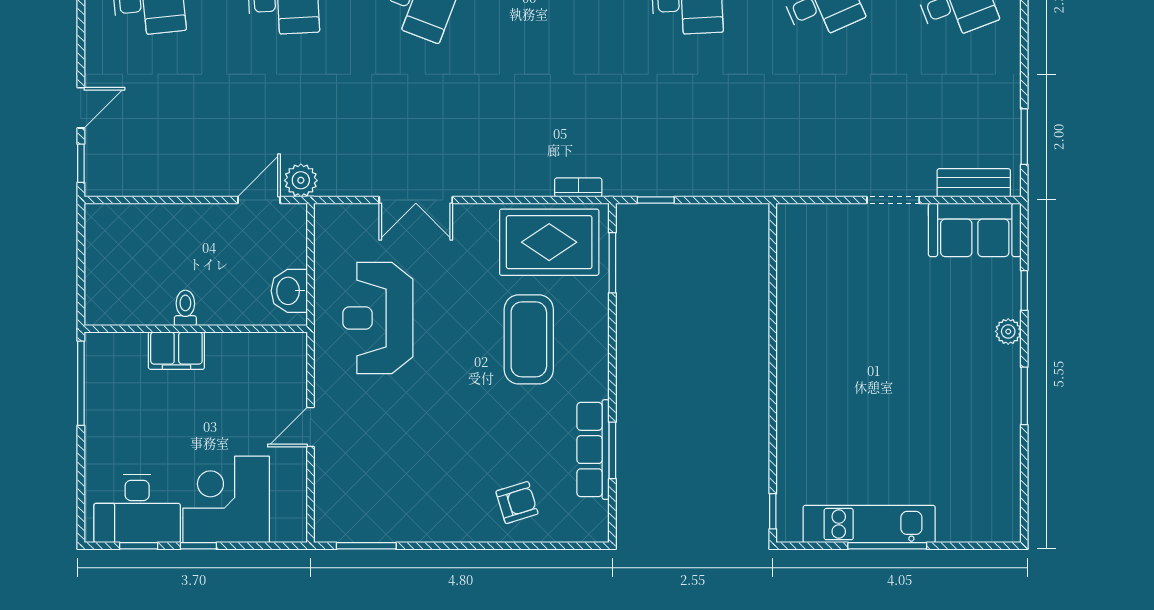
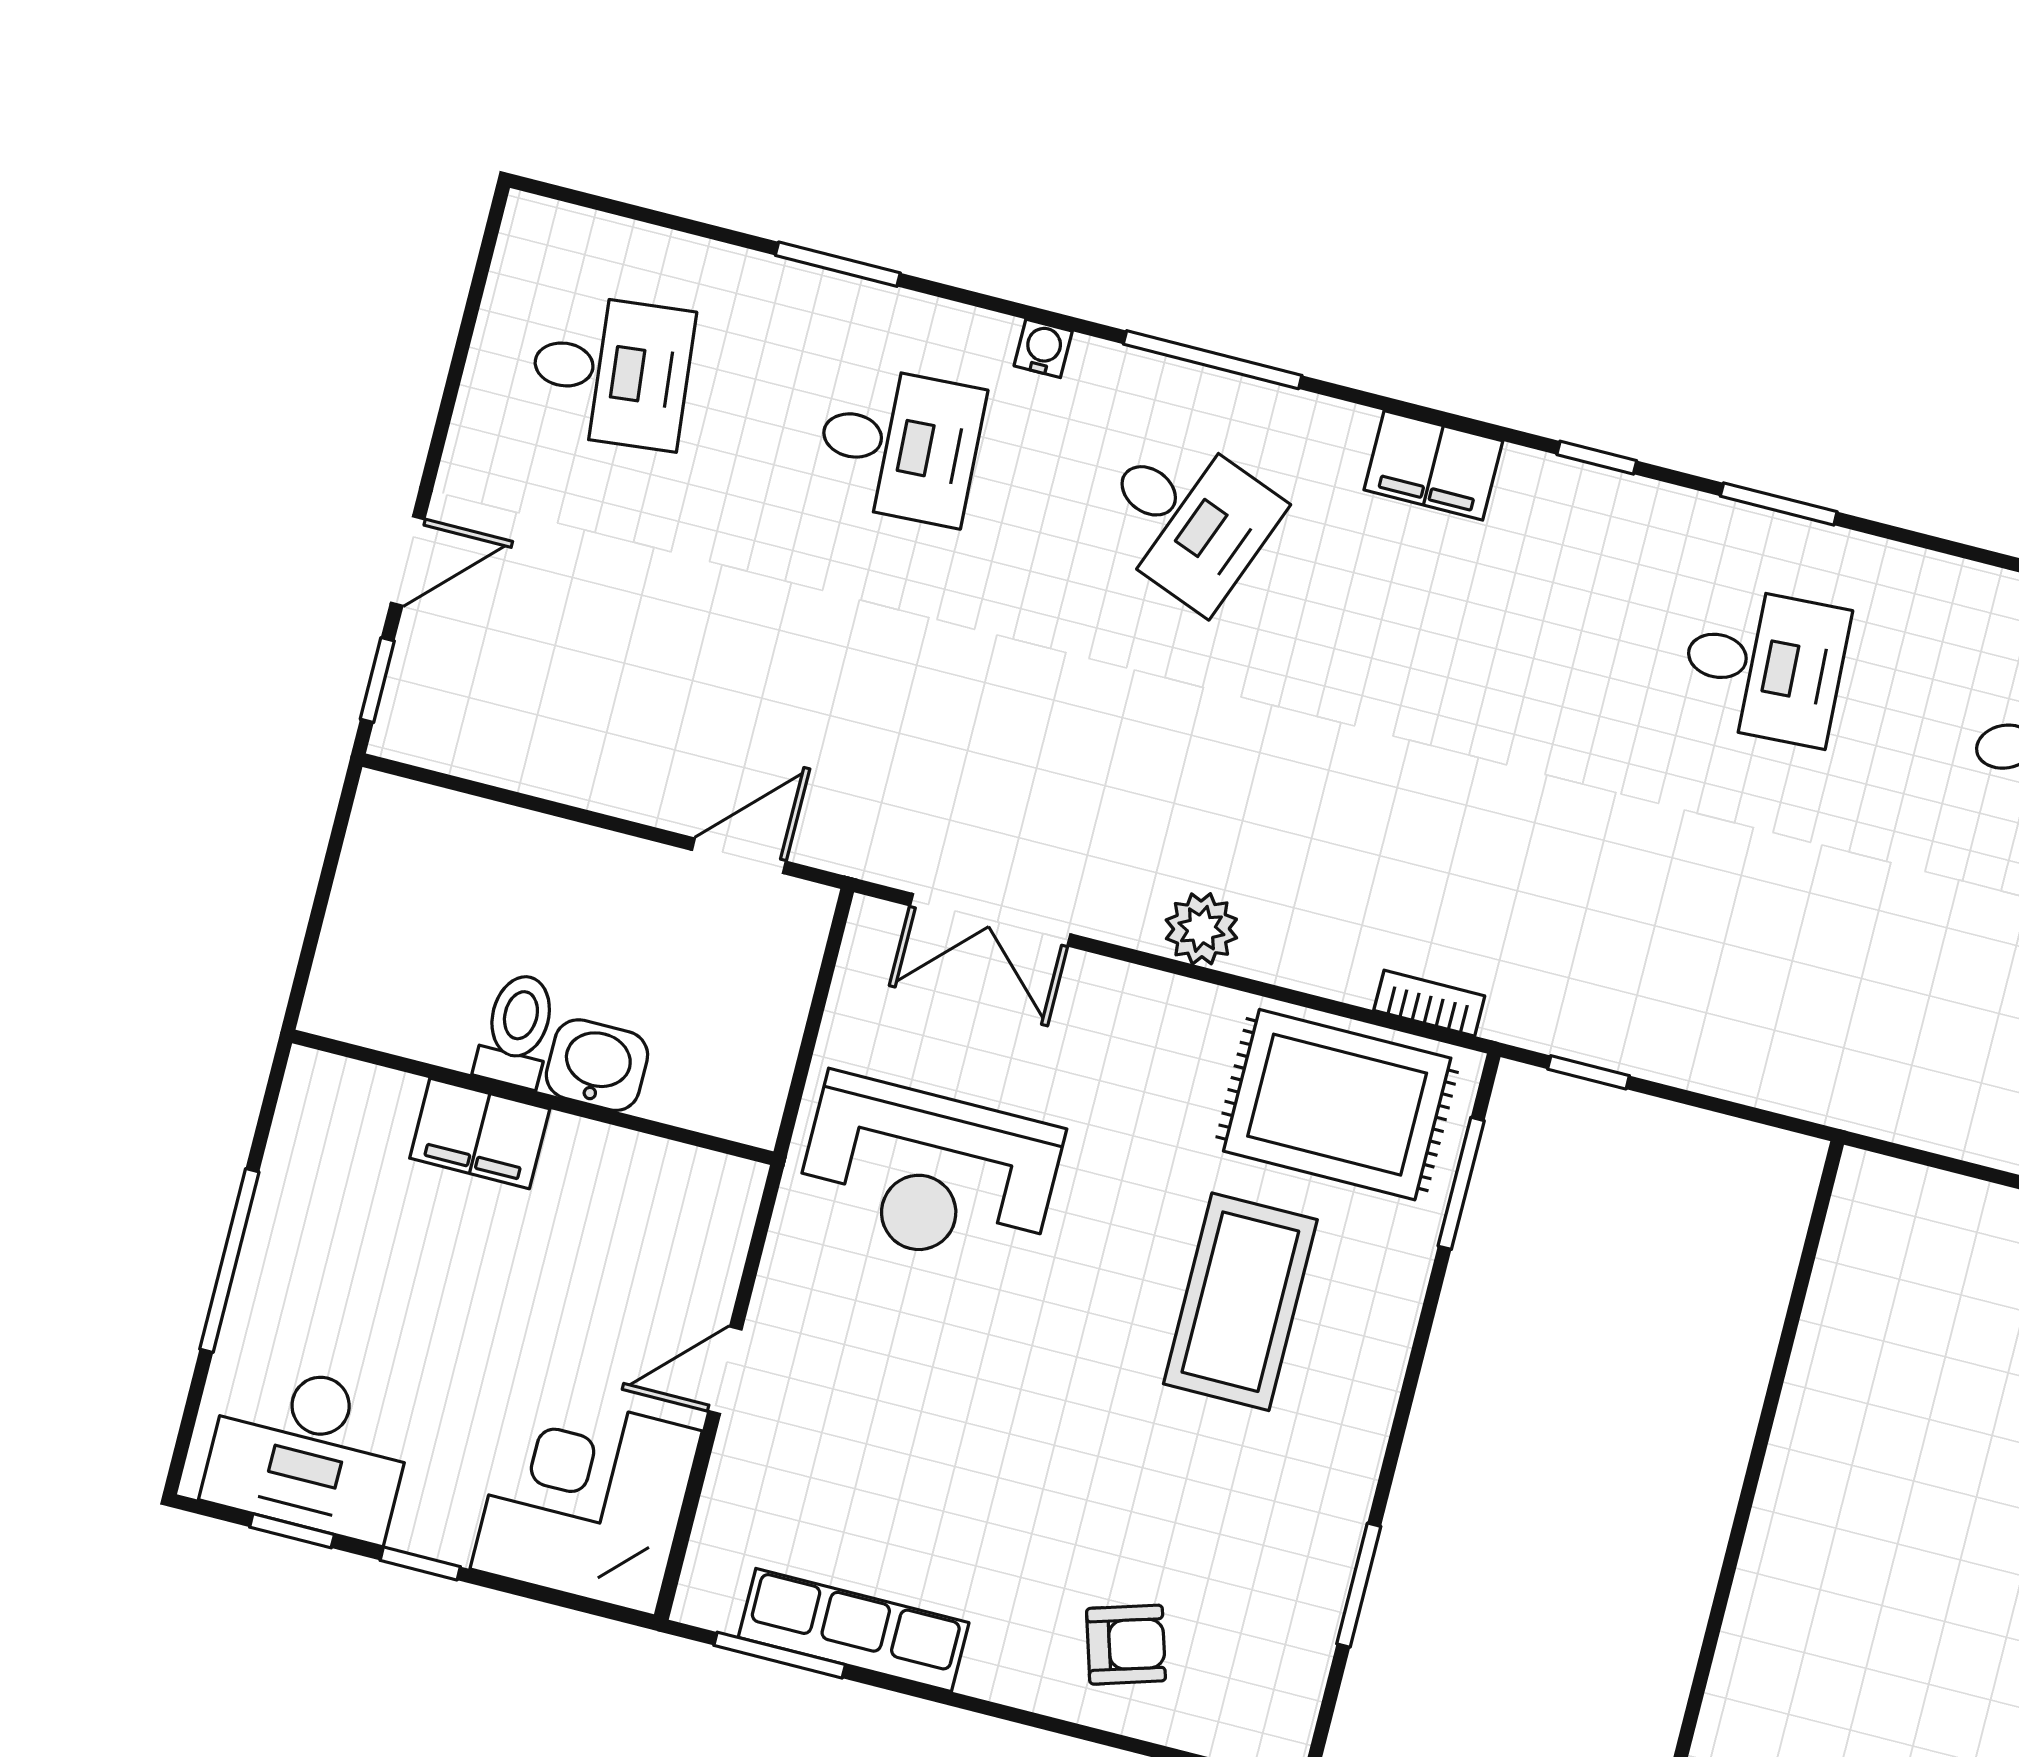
plant: (301, 180) -> (1201, 929), moved
double door: (416, 200) -> (990, 920), moved
washbasin: (289, 291) -> (597, 1065), moved, turned 90
toilet: (185, 308) -> (517, 1030), width x1.37, depth x1.39
reception desk: (378, 318) -> (929, 1173), turned -90
window: (81, 383) -> (229, 1261), moved
row of seats: (593, 450) -> (854, 1630), moved, turned 90
corner desk: (226, 499) -> (586, 1500), moved

